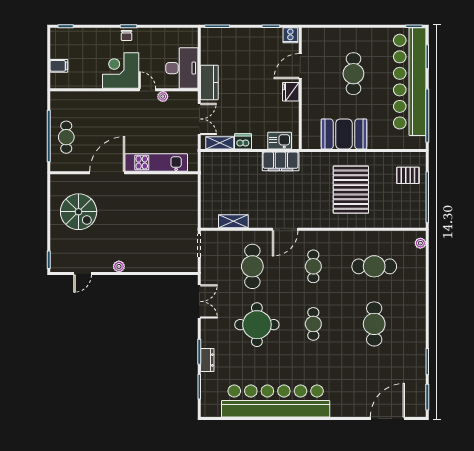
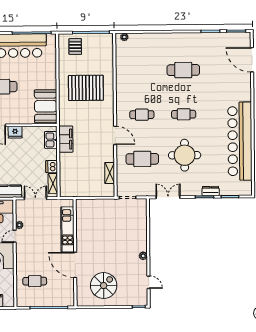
booth: (344, 134) -> (46, 106), moved
cafe table: (66, 137) -> (35, 281), moved
cafe table: (374, 266) -> (141, 70), removed

